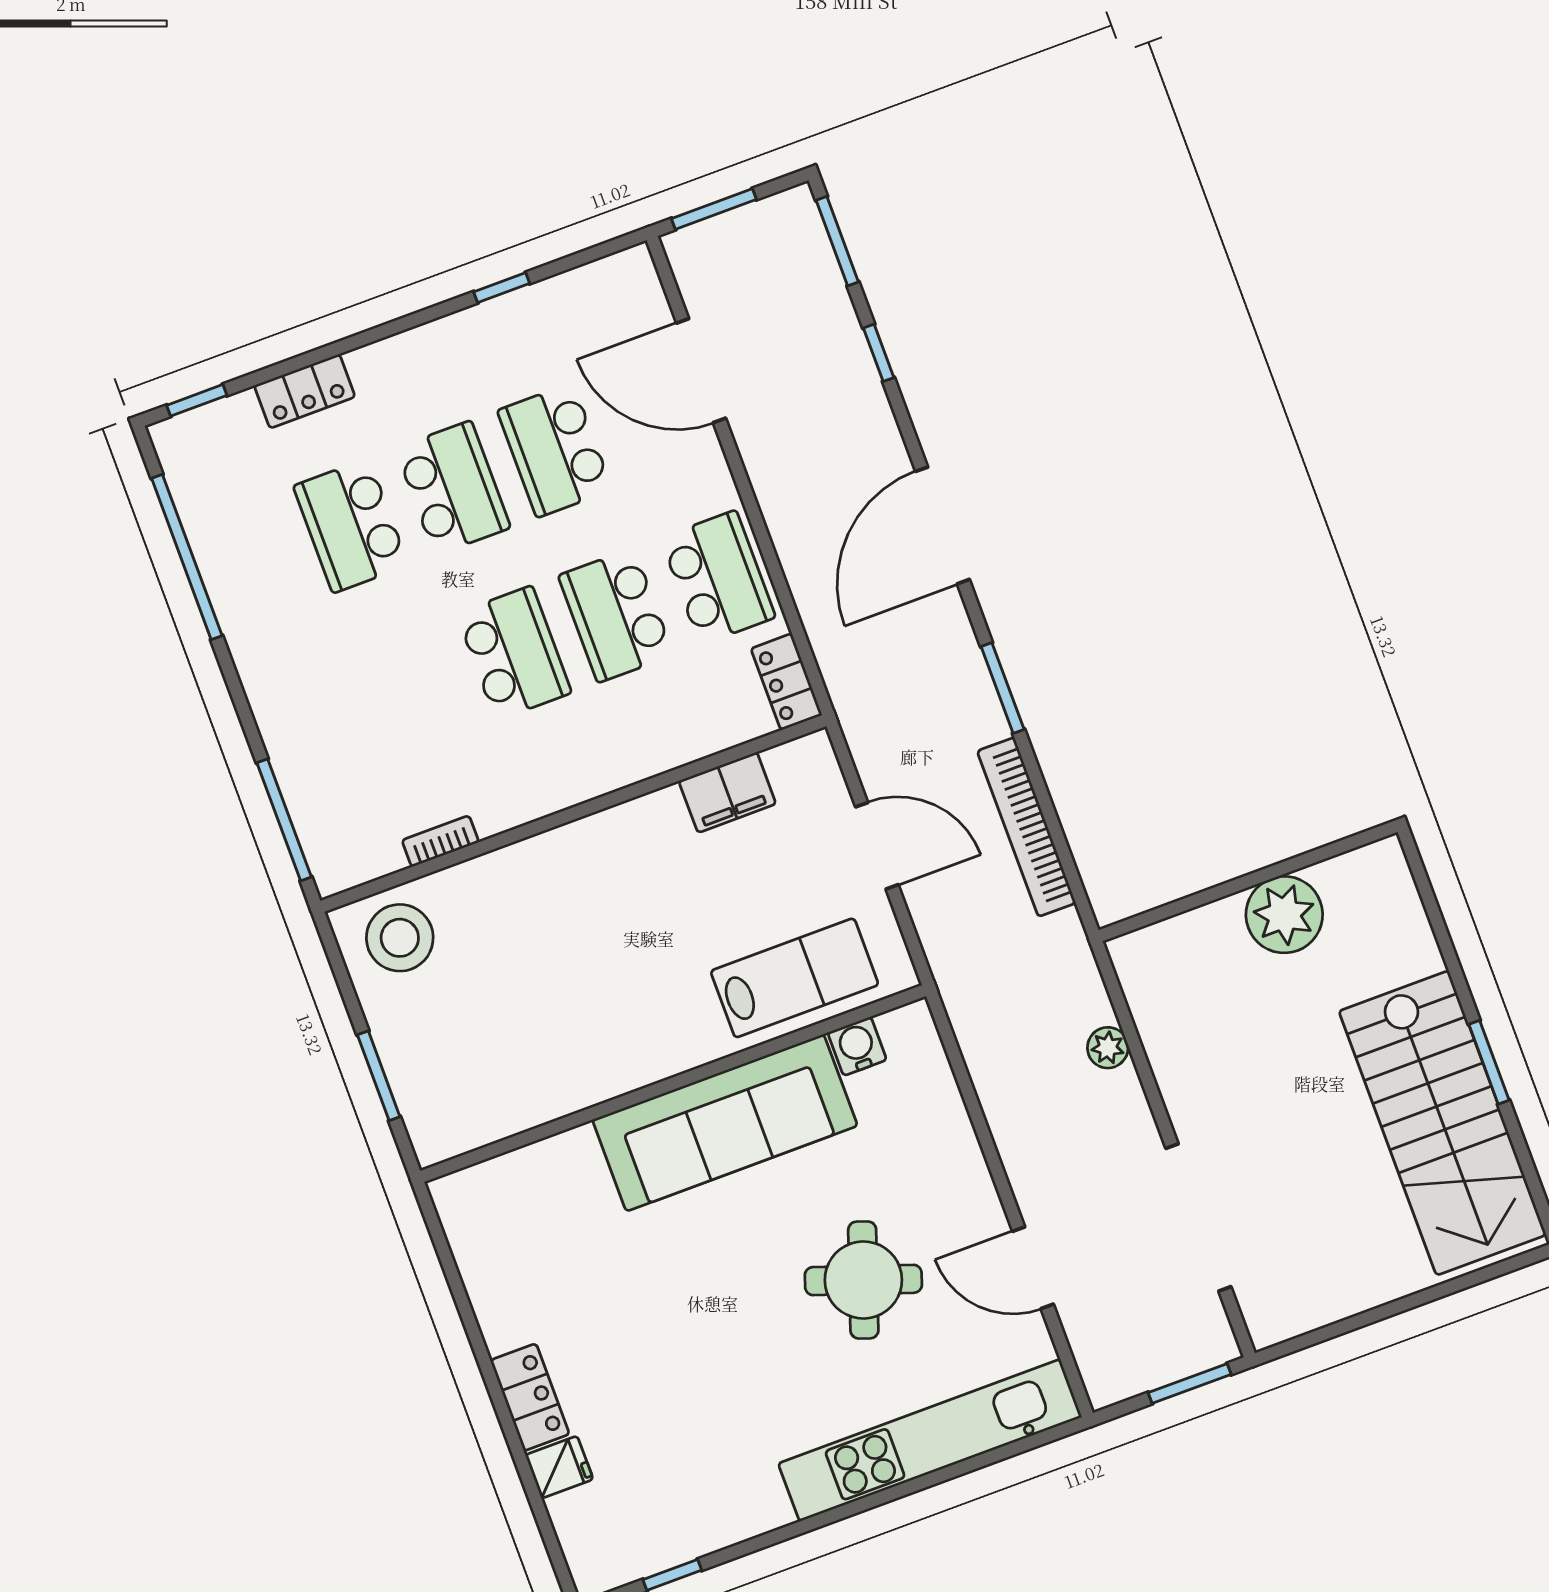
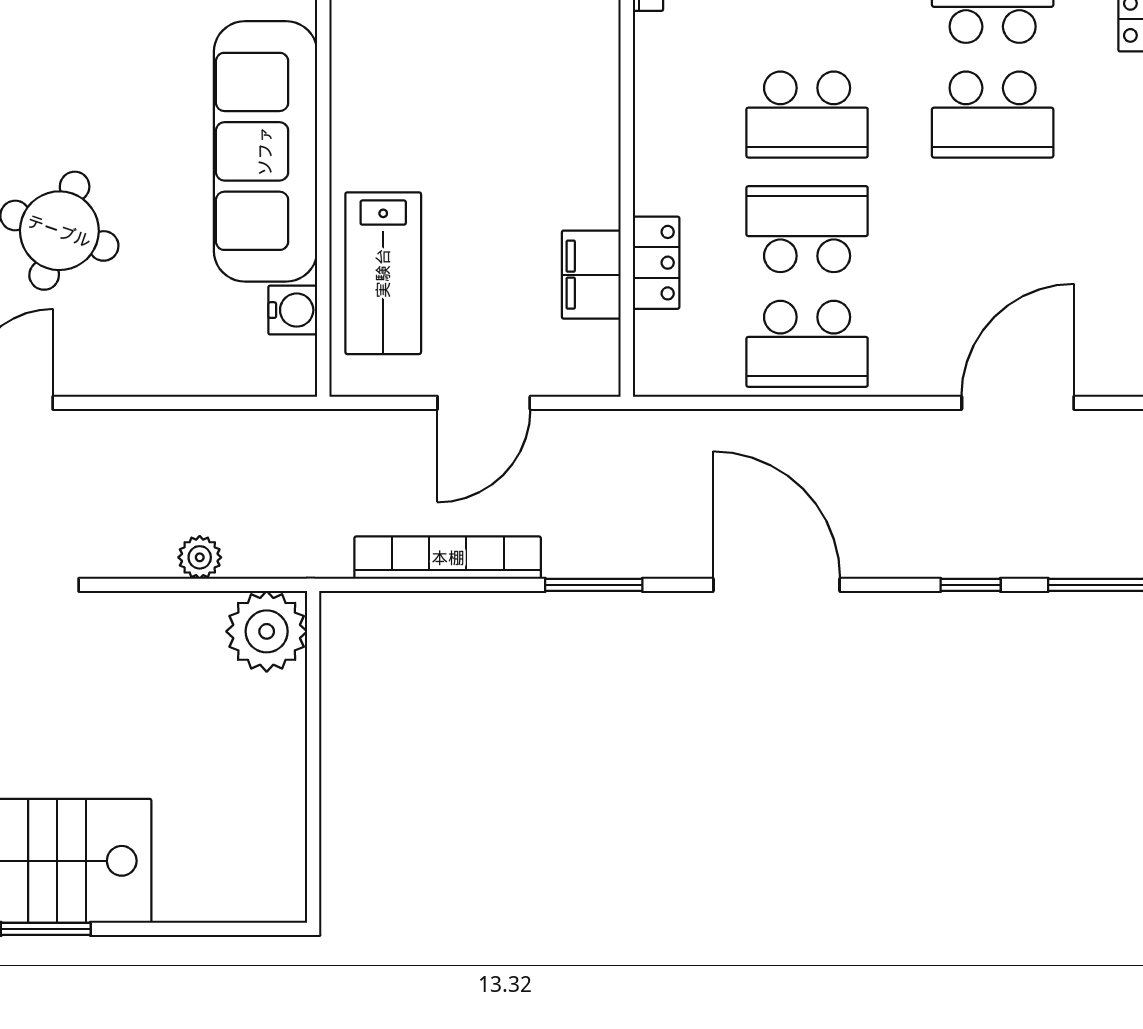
school desk: (555, 450) -> (993, 229), removed
locker: (786, 682) -> (656, 263), moved, turned 90
plant: (1284, 915) -> (267, 631), moved

